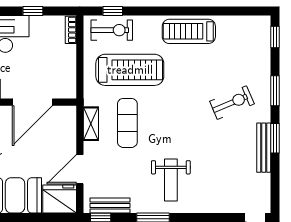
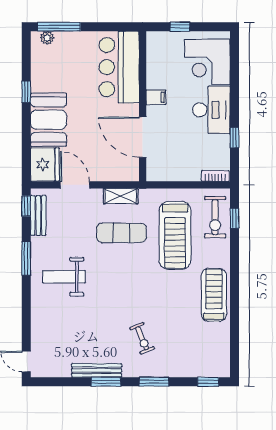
exercise bike: (232, 103) -> (142, 338), width x0.73, depth x0.72

